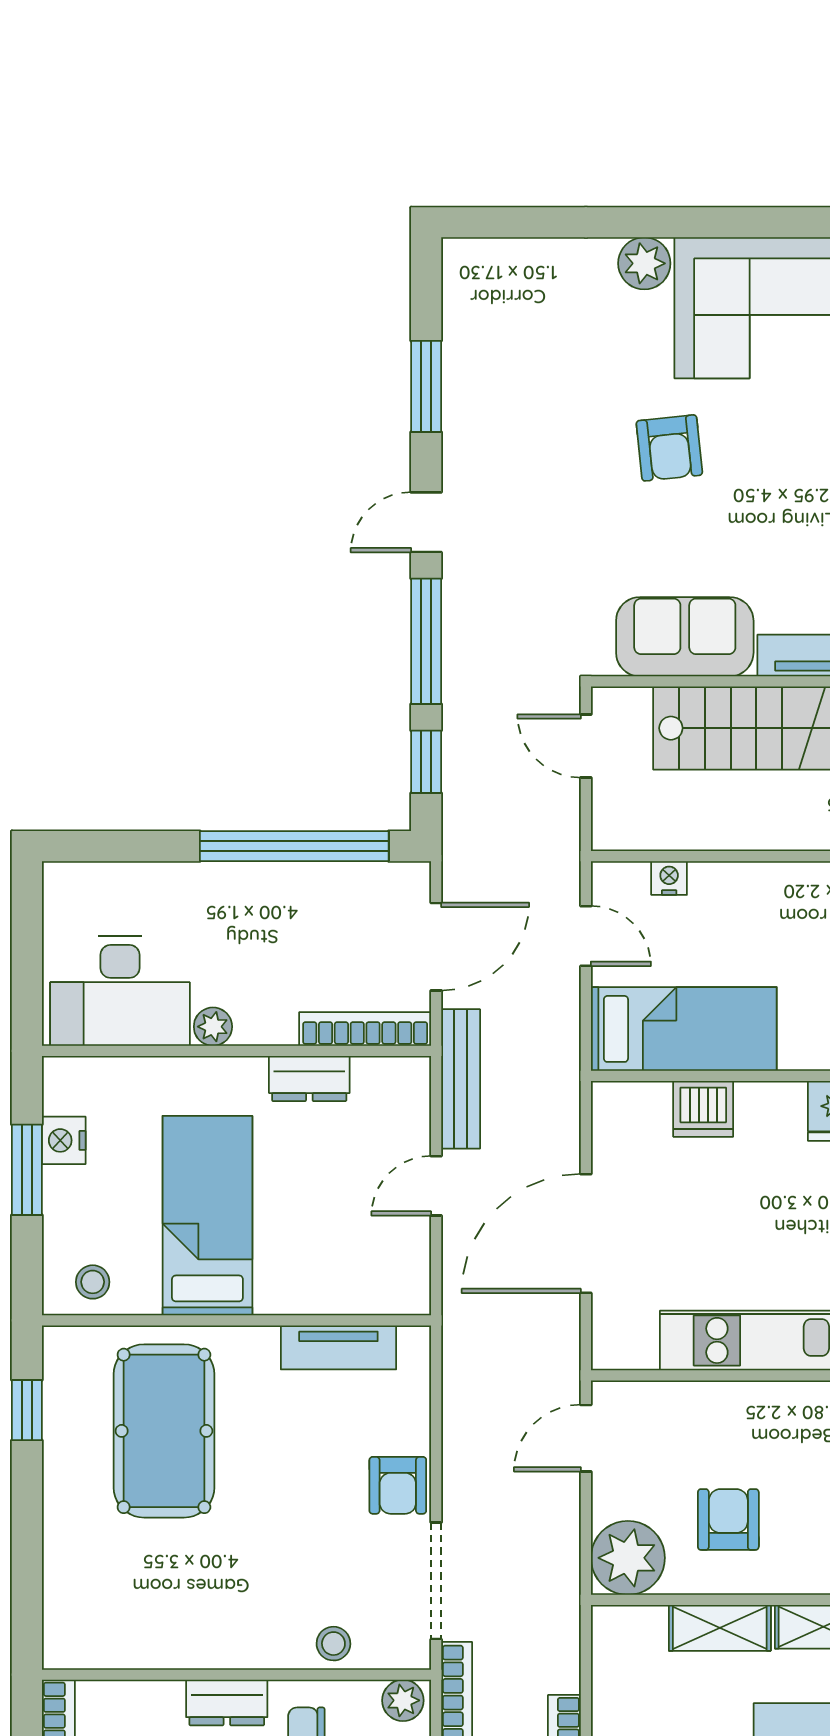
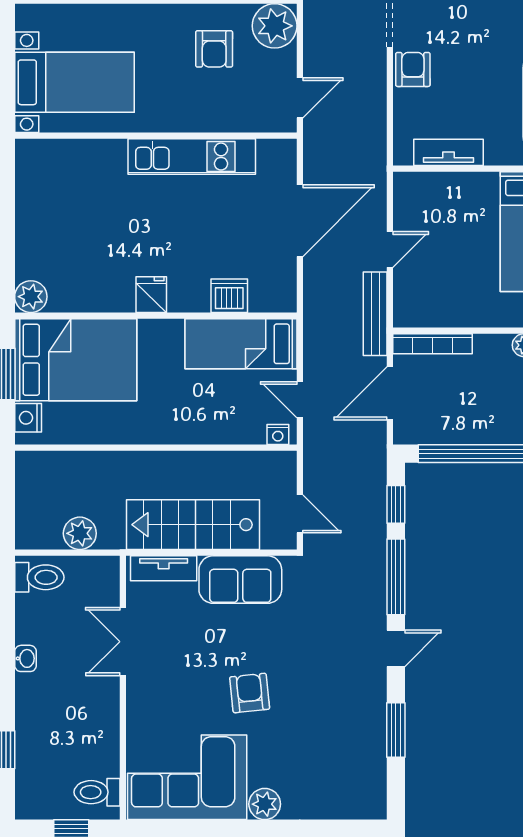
nightstand: (669, 878) -> (278, 435), moved
dresser: (309, 1079) -> (466, 314), removed

